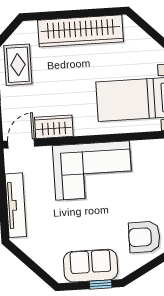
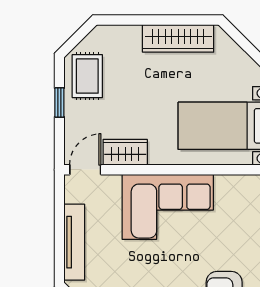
wardrobe: (80, 31) -> (178, 38), width x0.71, depth x0.85

